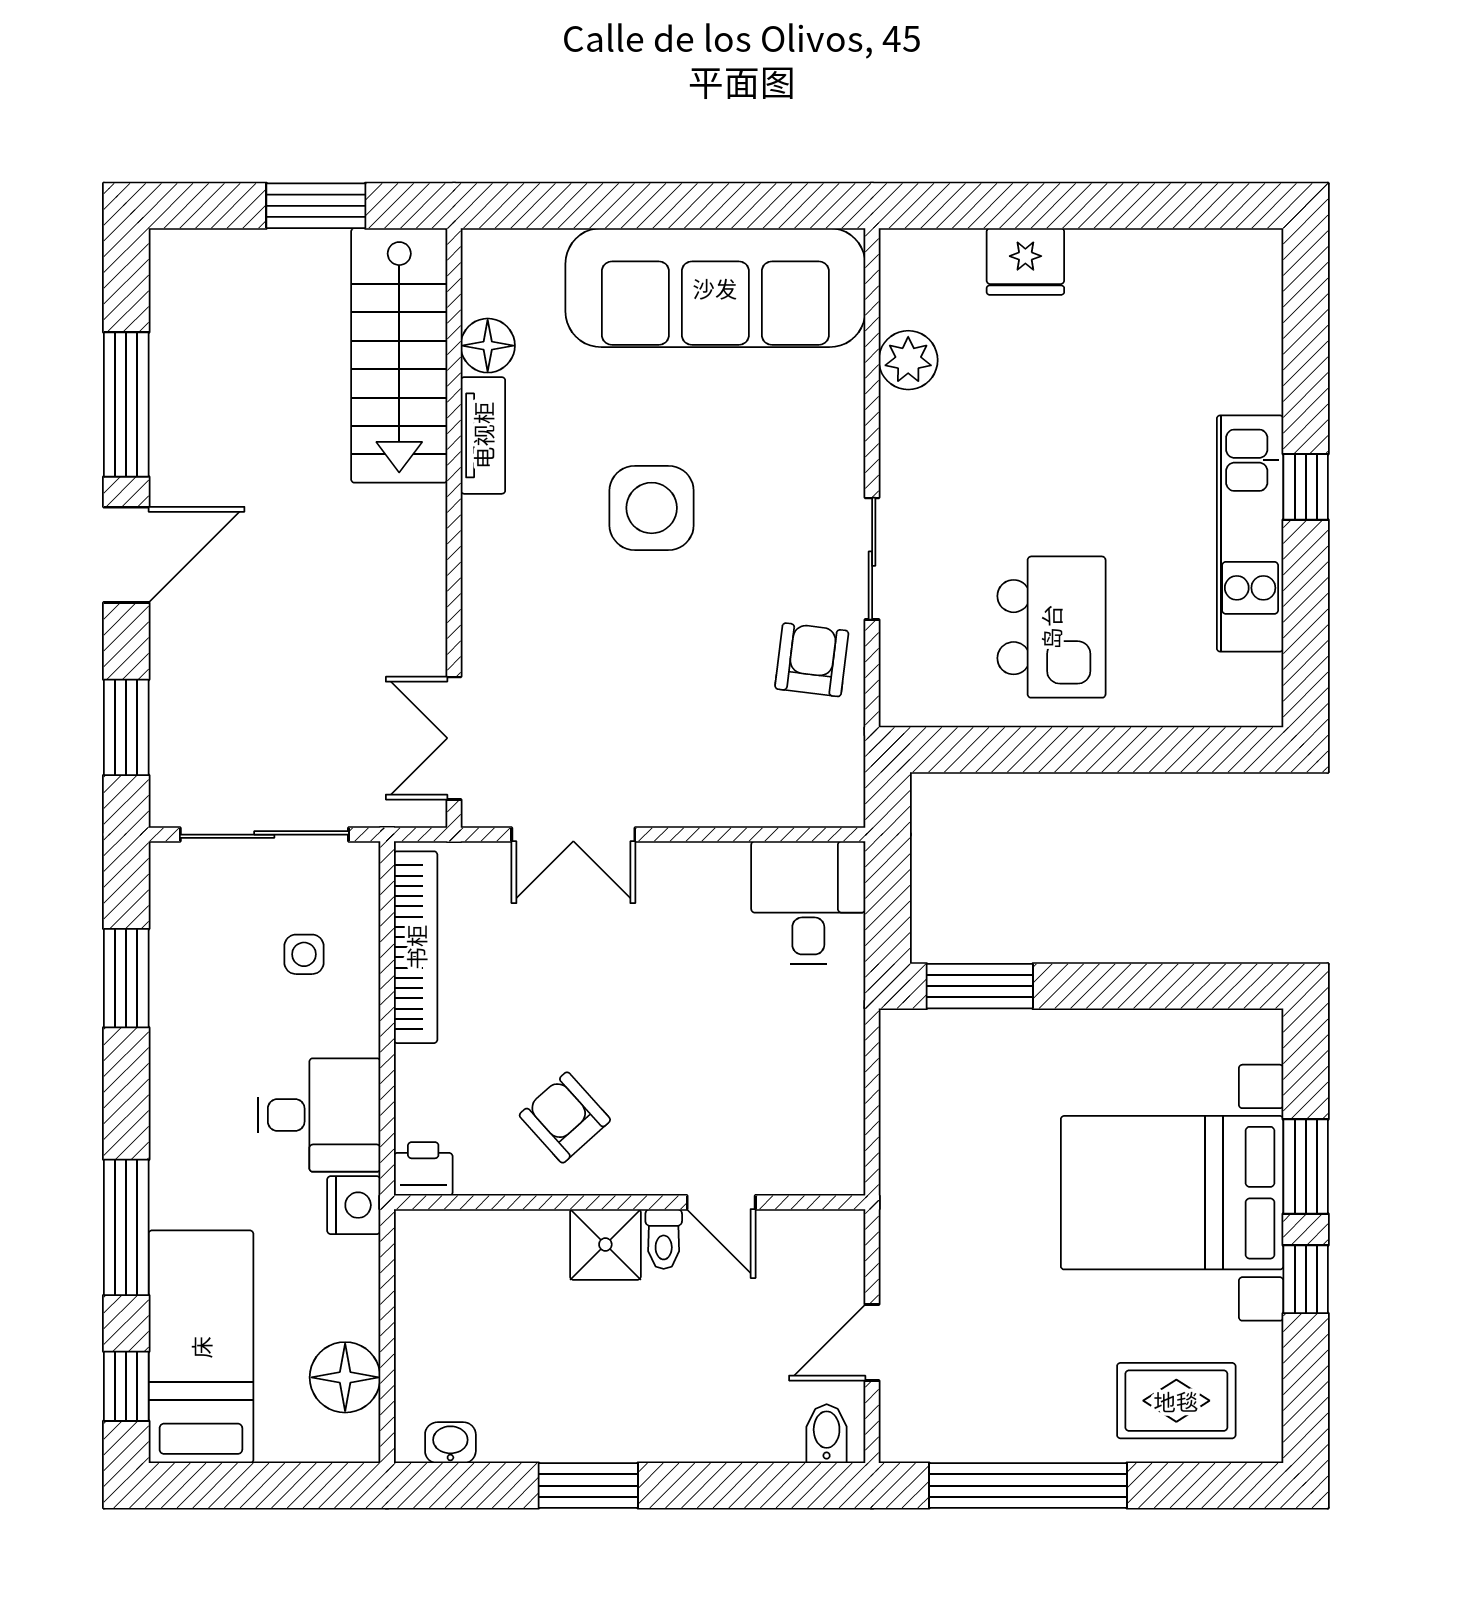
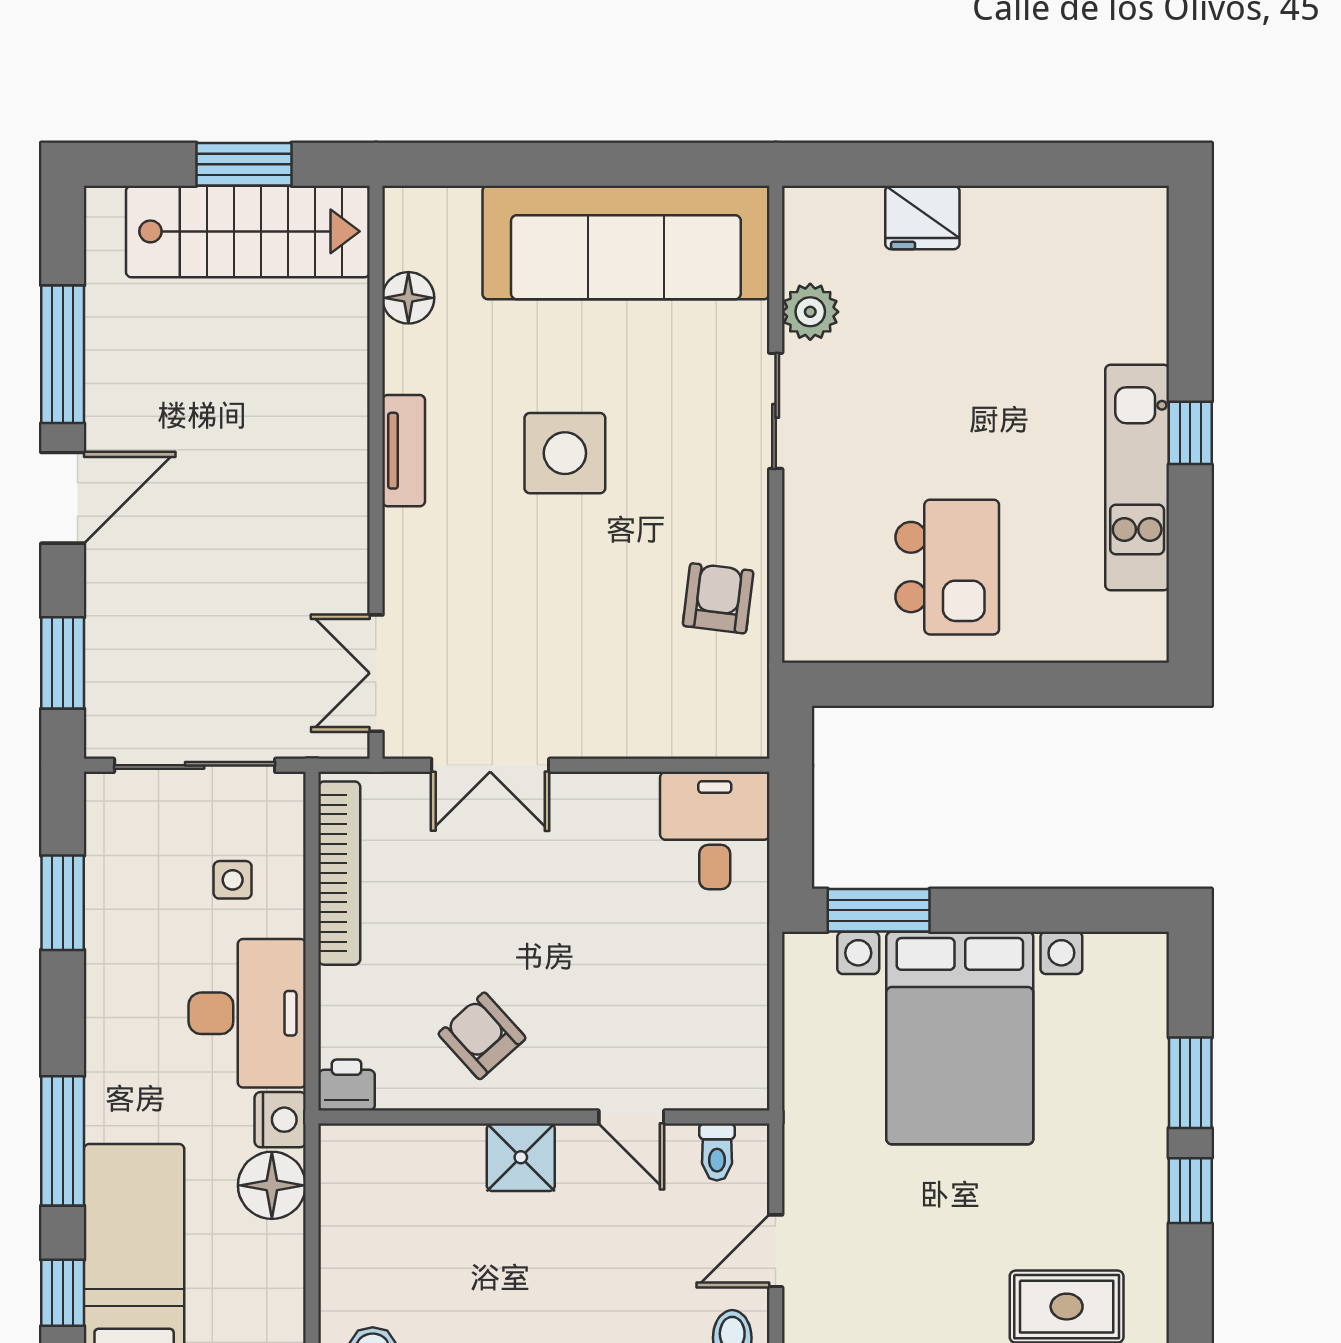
stairs: (399, 355) -> (248, 231), moved, turned -90
tv unit: (483, 435) -> (404, 451), moved
sliding door: (872, 559) -> (776, 411), moved
desk: (319, 1115) -> (247, 1013), width x1.37
bed with nightstands: (1172, 1193) -> (960, 1038), moved, turned -90
toilet: (664, 1239) -> (717, 1152), moved
floor lamp: (345, 1377) -> (272, 1185), moved

